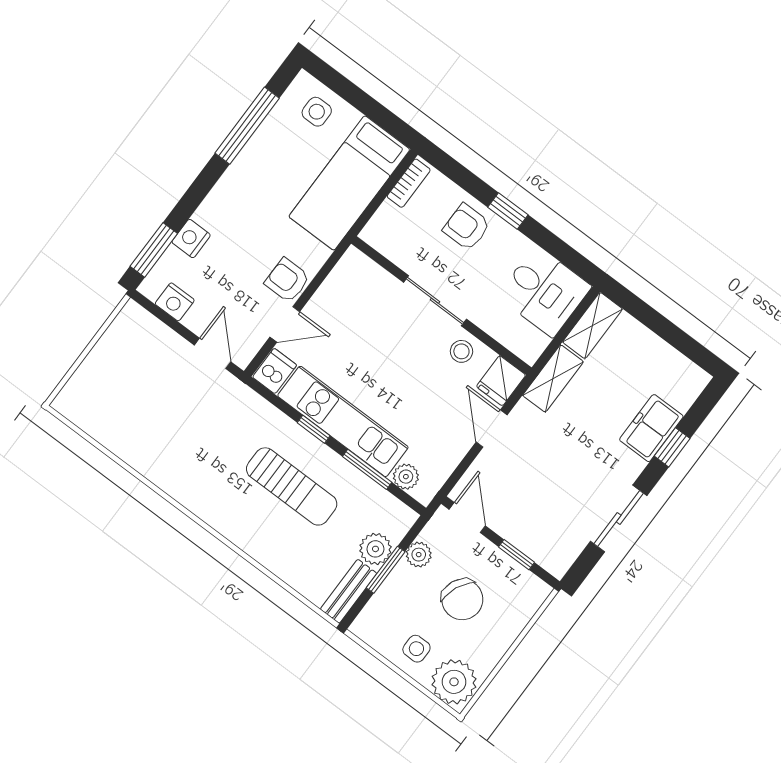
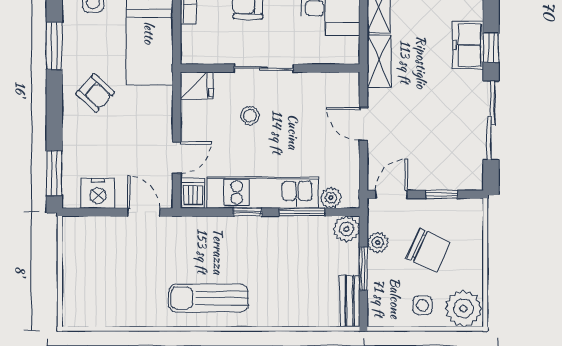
window: (247, 126) -> (54, 46), width x0.69
nightstand: (191, 239) -> (73, 147), removed
armchair: (287, 280) -> (95, 93), moved, turned -137
nightstand: (175, 302) -> (98, 193), width x1.36, depth x1.33
stool: (461, 351) -> (250, 116), moved
fridge: (501, 381) -> (197, 86), moved, turned -90
sun lounger: (292, 486) -> (208, 298), moved, turned 180
door: (467, 518) -> (391, 194), hinge flipped
sliding door: (619, 519) -> (491, 121), width x1.37
plant: (375, 549) -> (347, 229), moved

